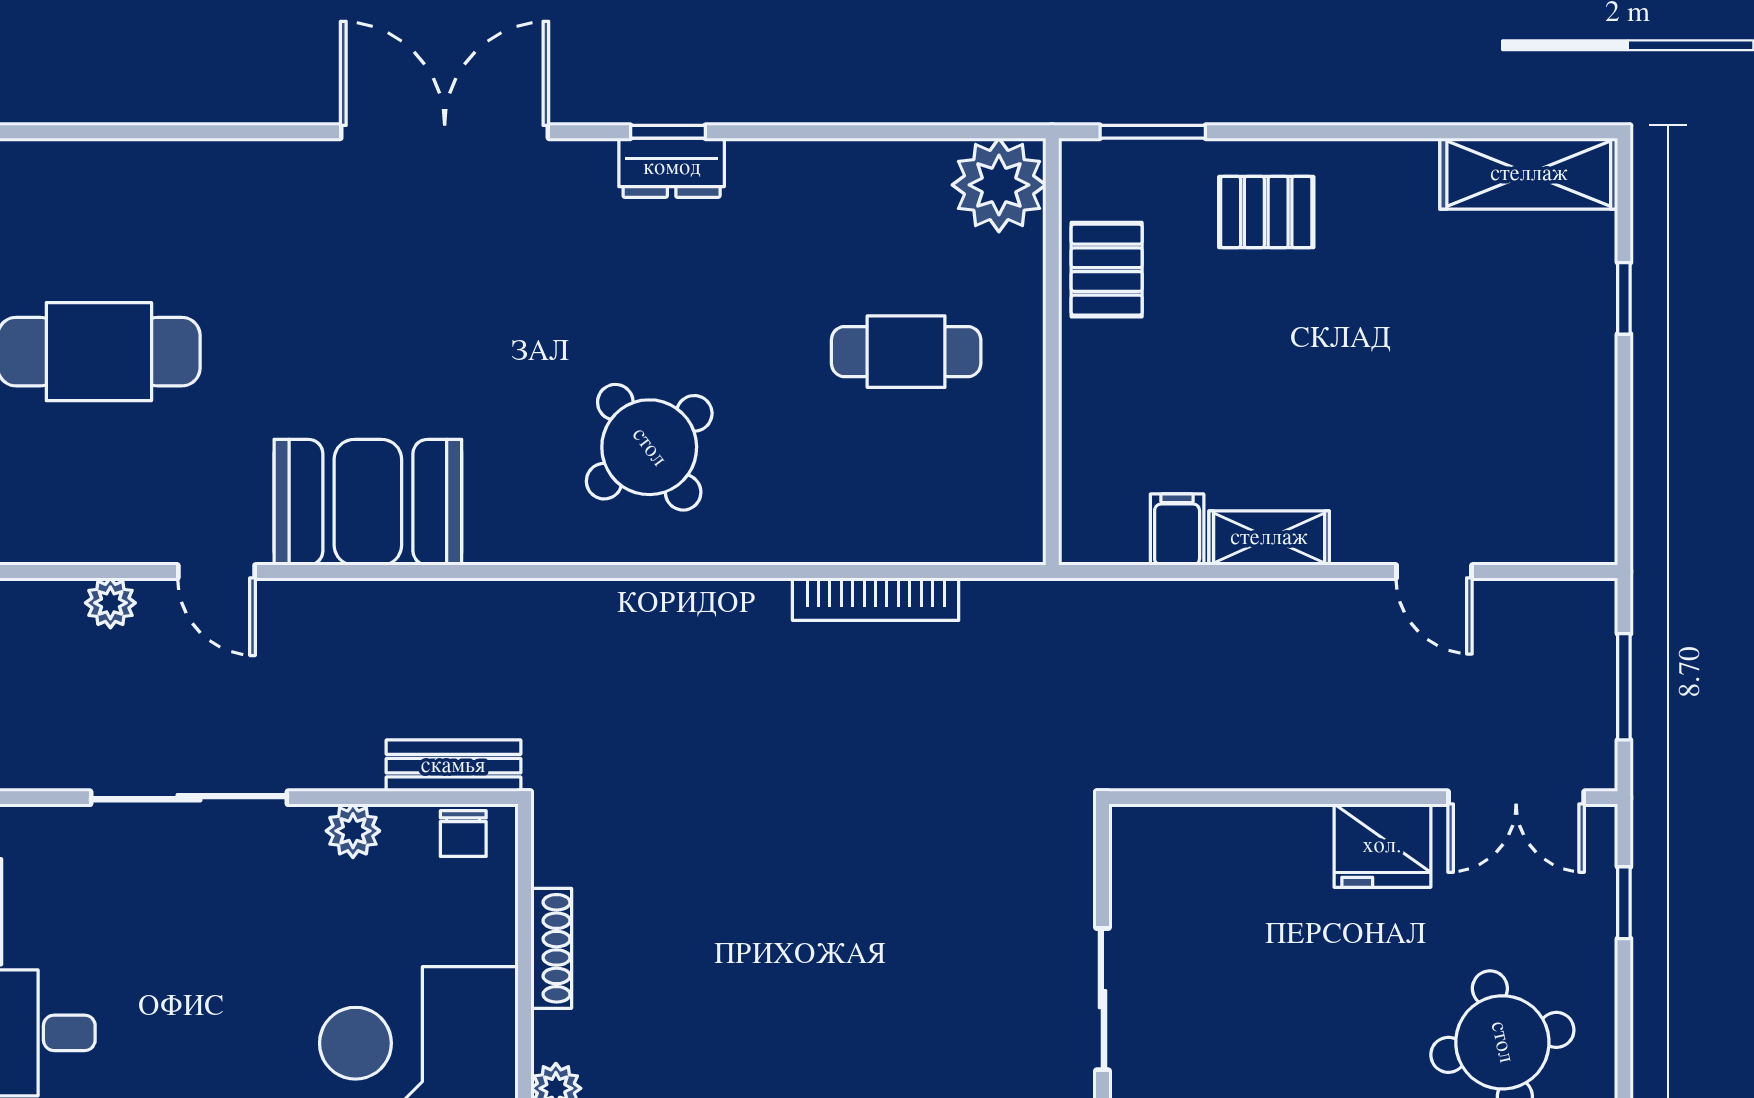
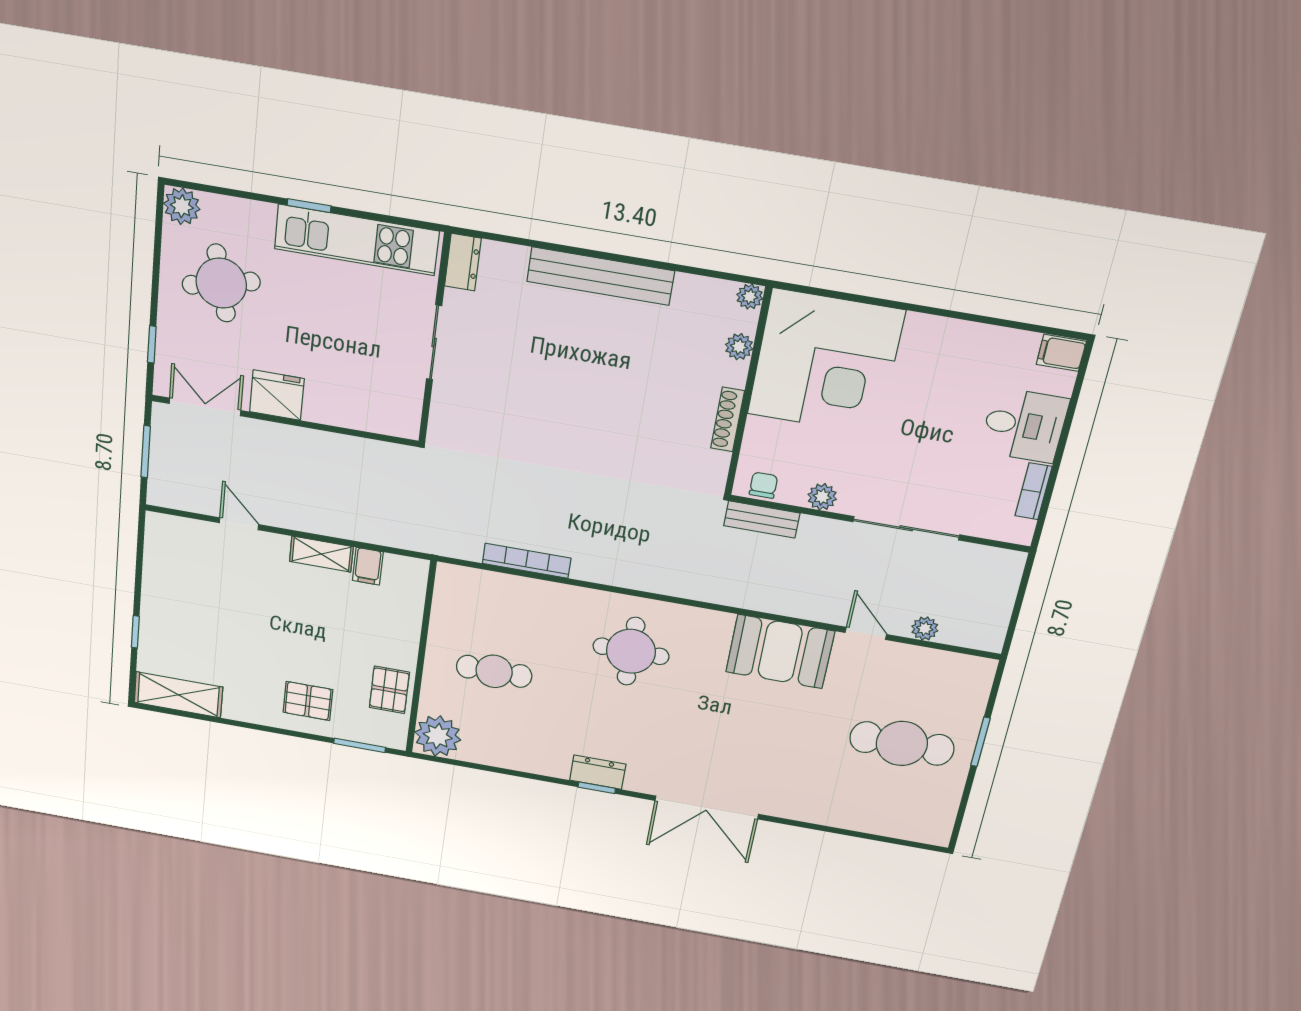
round table: (649, 447) -> (631, 651), turned 37

